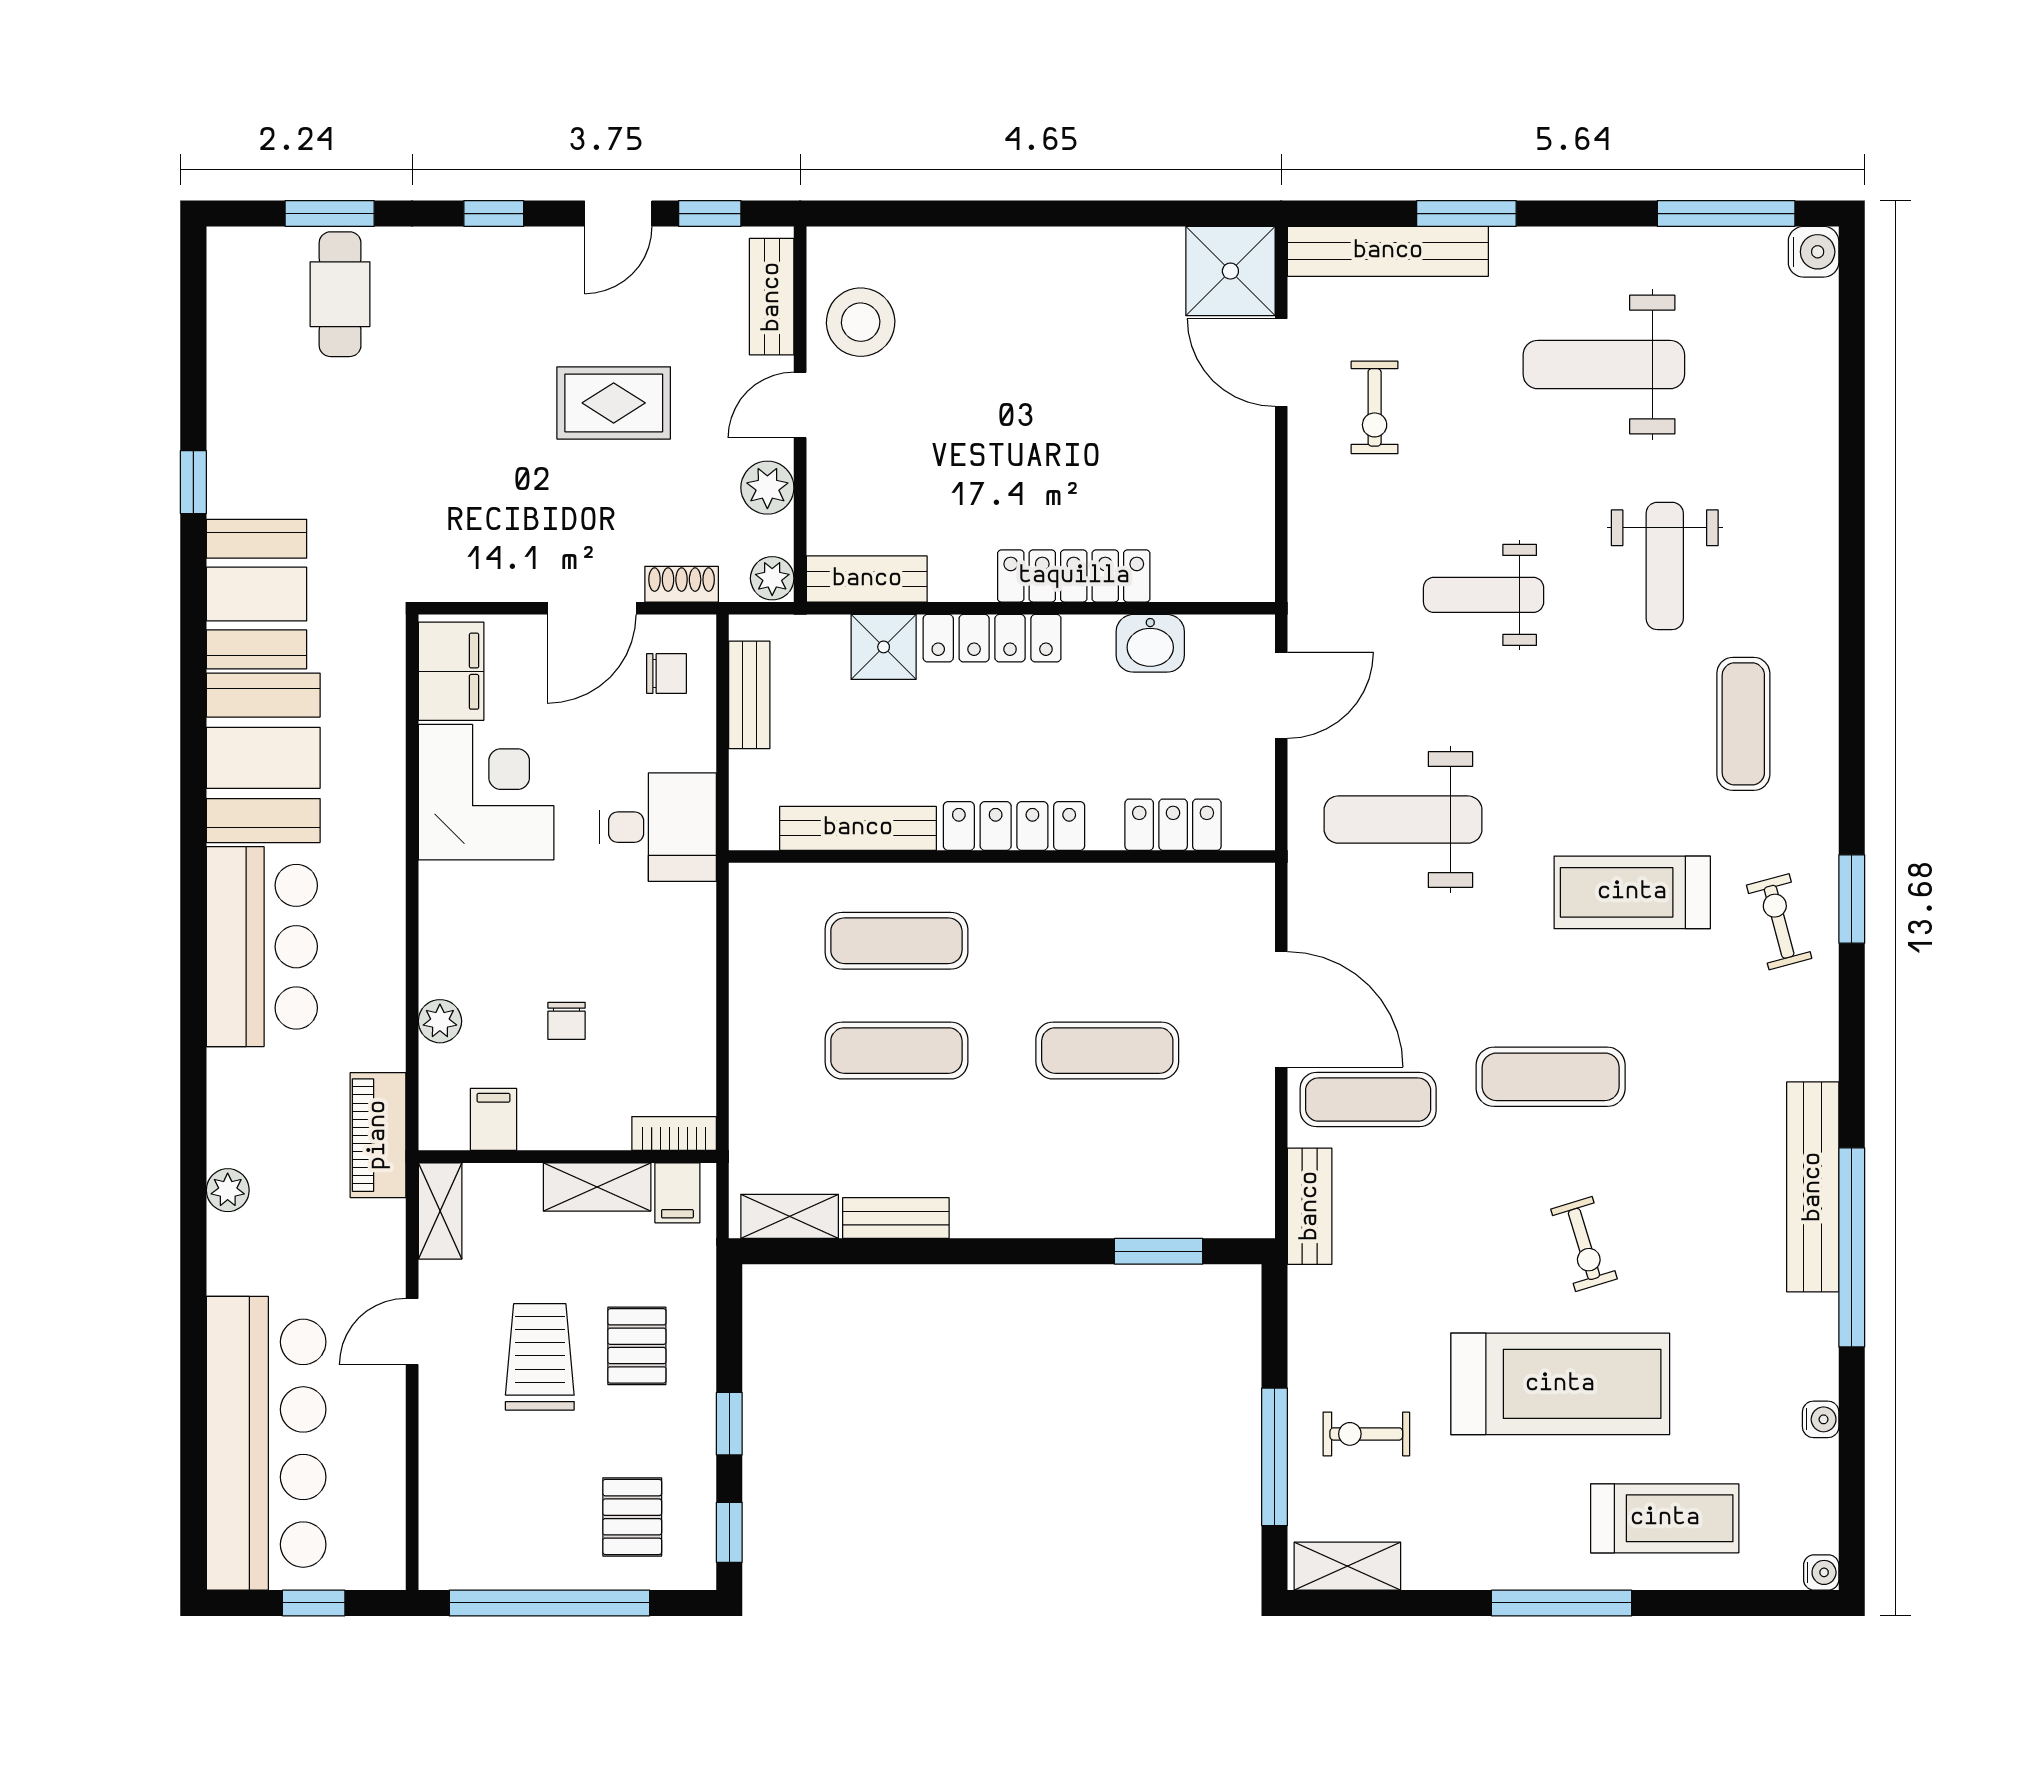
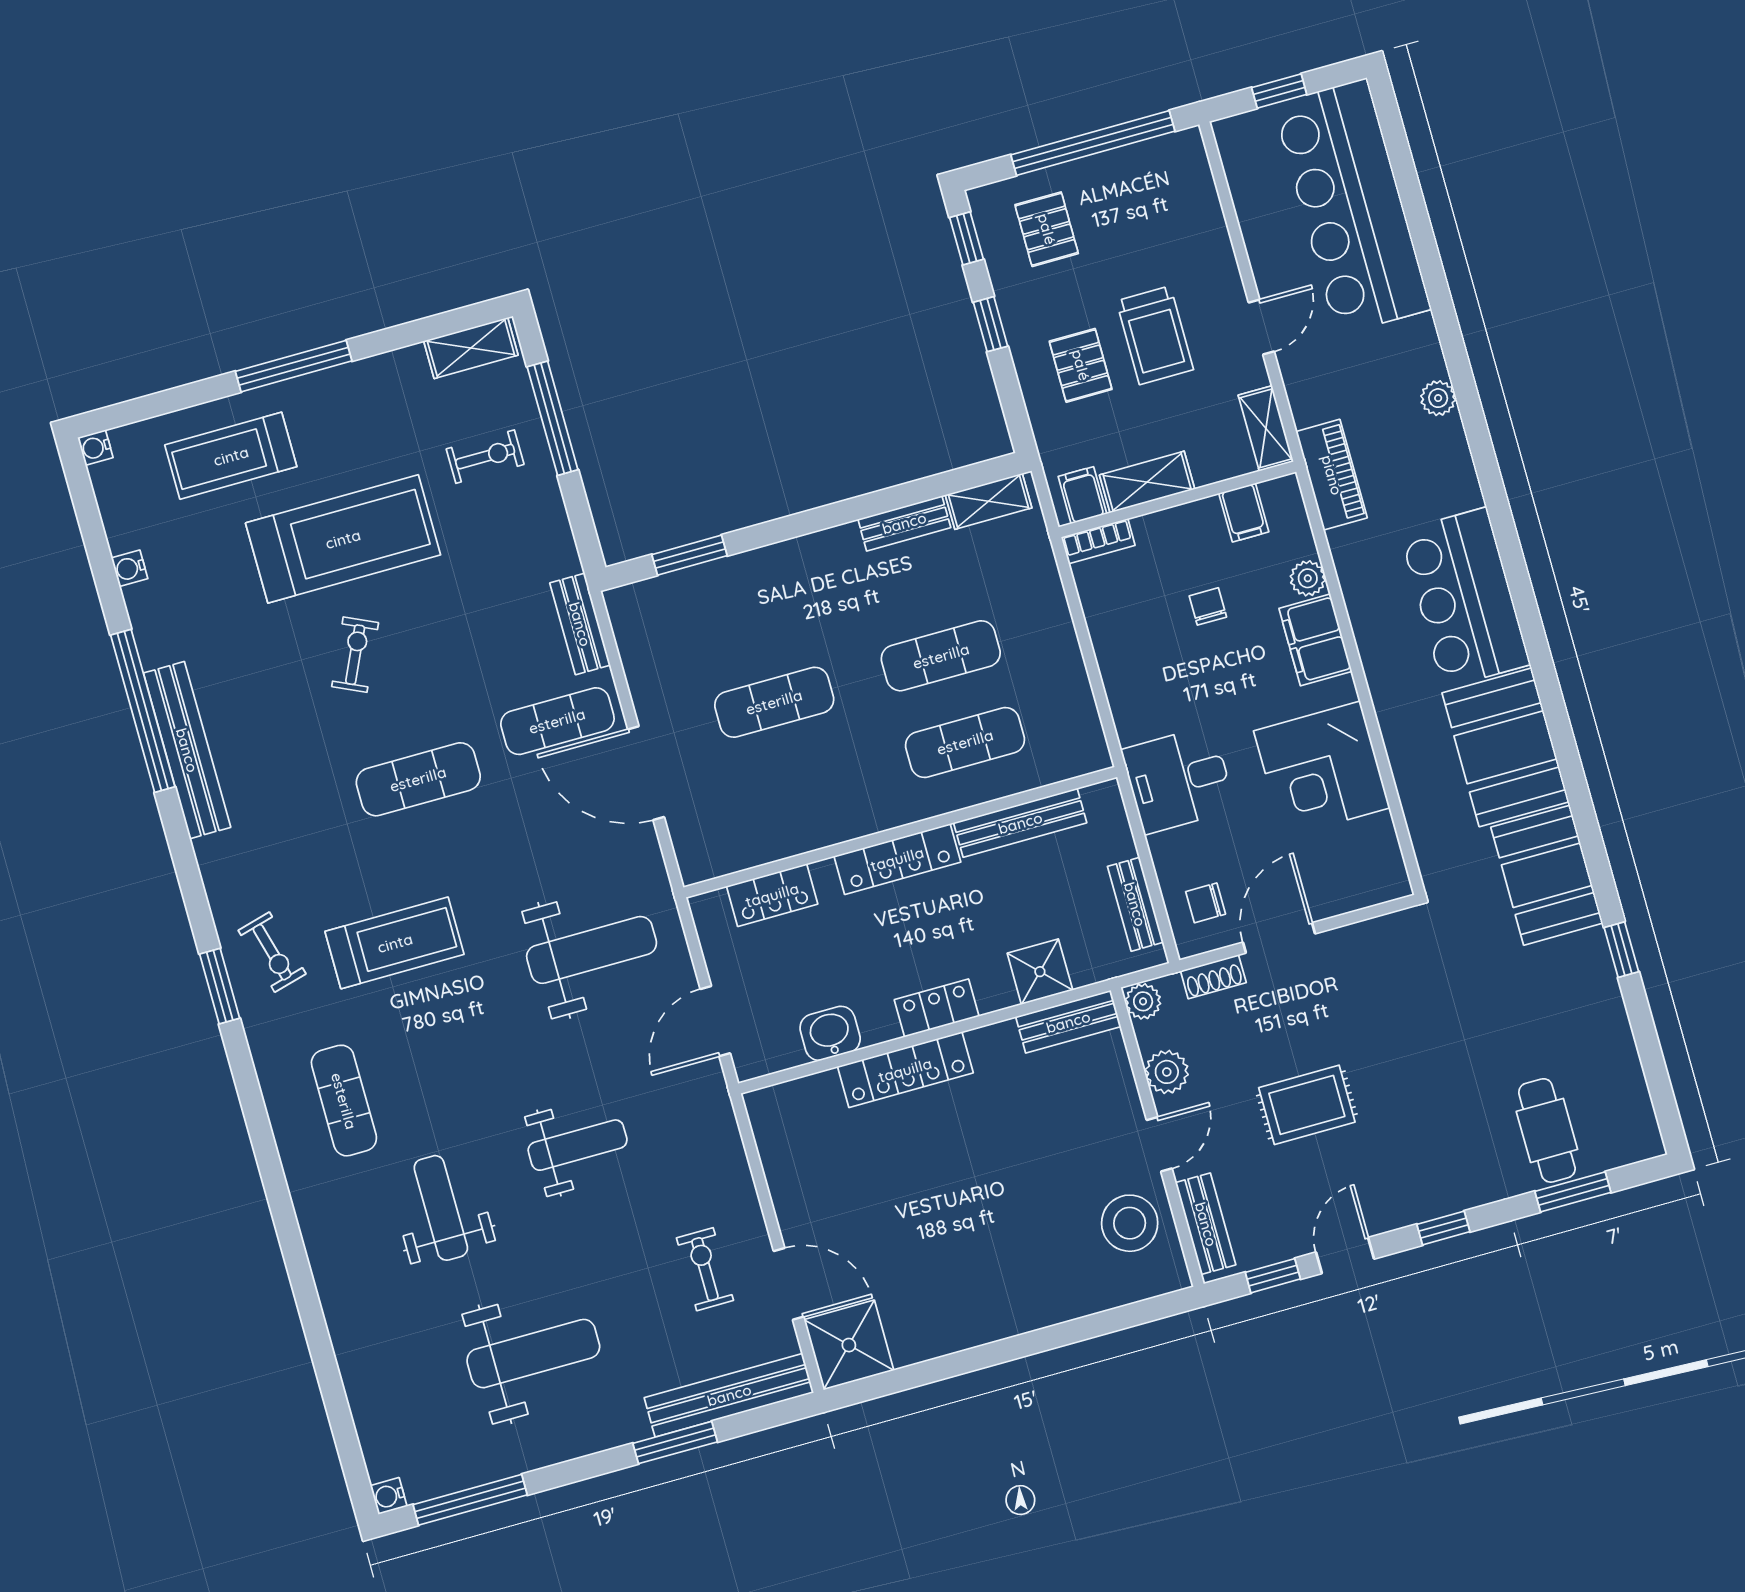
water cooler: (1814, 252) -> (389, 1496), width x0.72, depth x0.72
locker: (992, 638) -> (937, 1008), width x0.66
filing cabinet: (451, 671) -> (1315, 640), moved
exercise bike: (1584, 1244) -> (355, 655), turned 42
treadmill: (1560, 1384) -> (343, 539), turned 180

